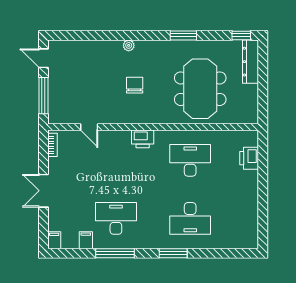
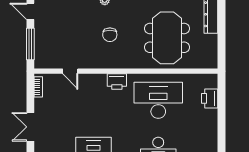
chair: (135, 85) -> (110, 35), turned 180
desk: (190, 160) -> (158, 100), width x1.36, depth x1.30

